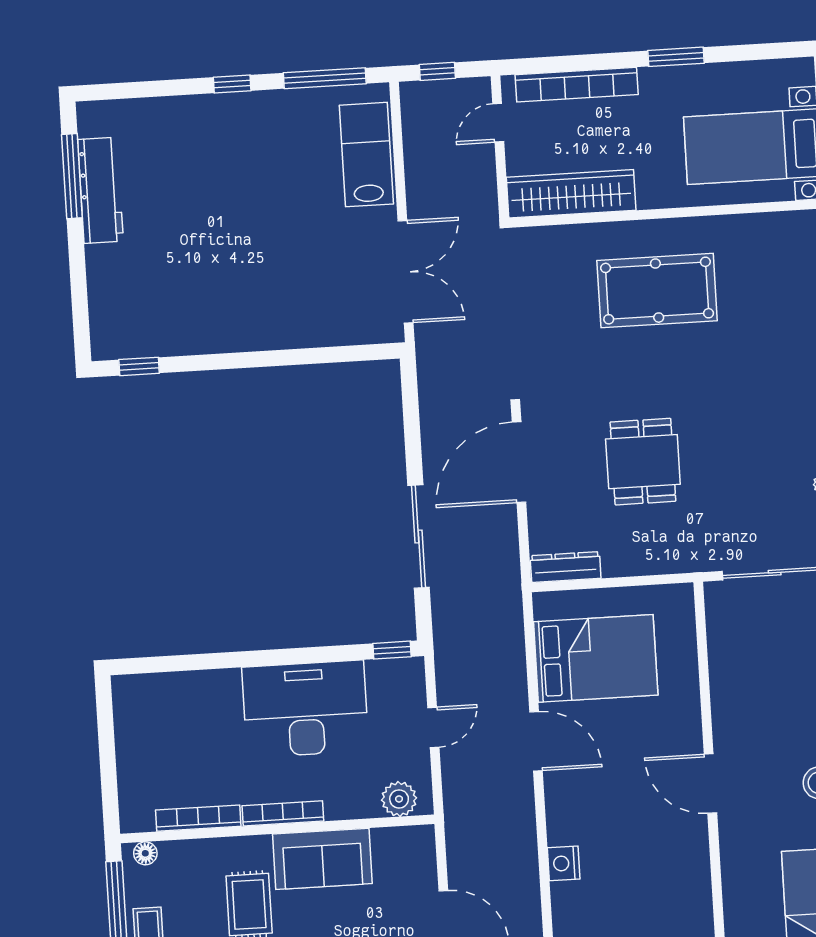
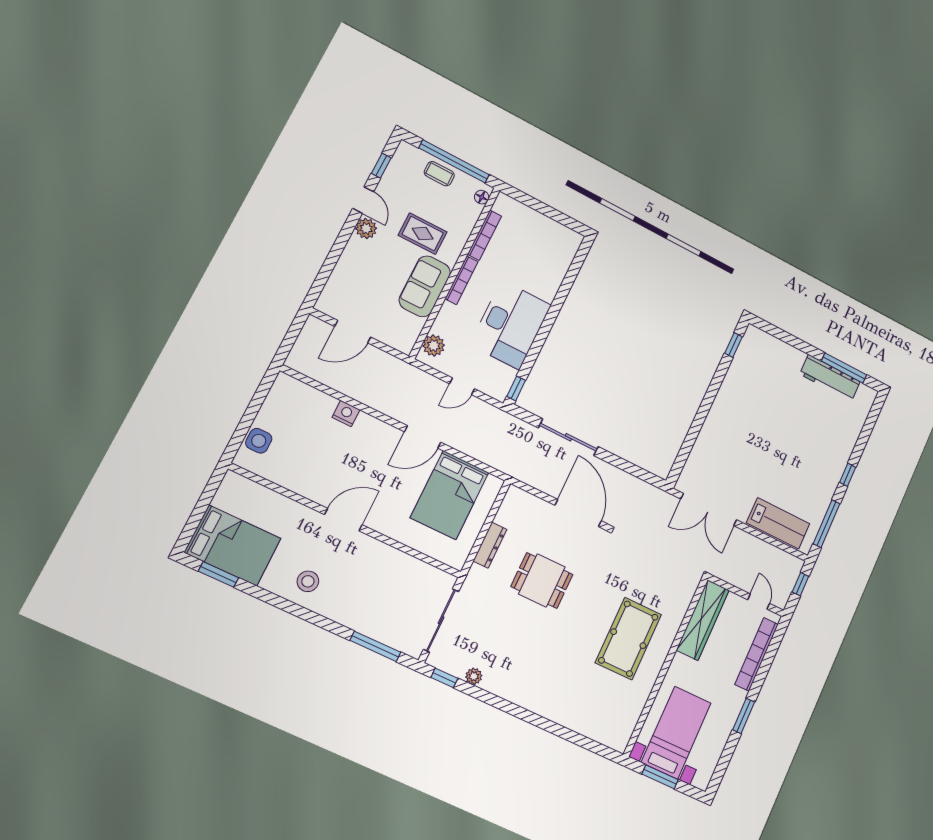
dresser: (566, 567) -> (490, 545), moved
door: (433, 727) -> (462, 386), hinge flipped

